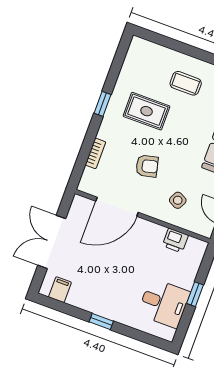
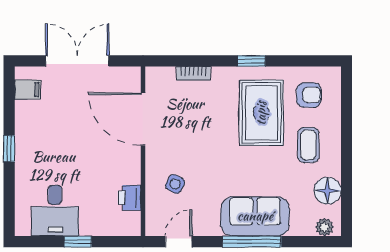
rug: (147, 111) -> (261, 113), width x1.36, depth x1.43
armchair: (147, 166) -> (309, 95), moved, turned -77

